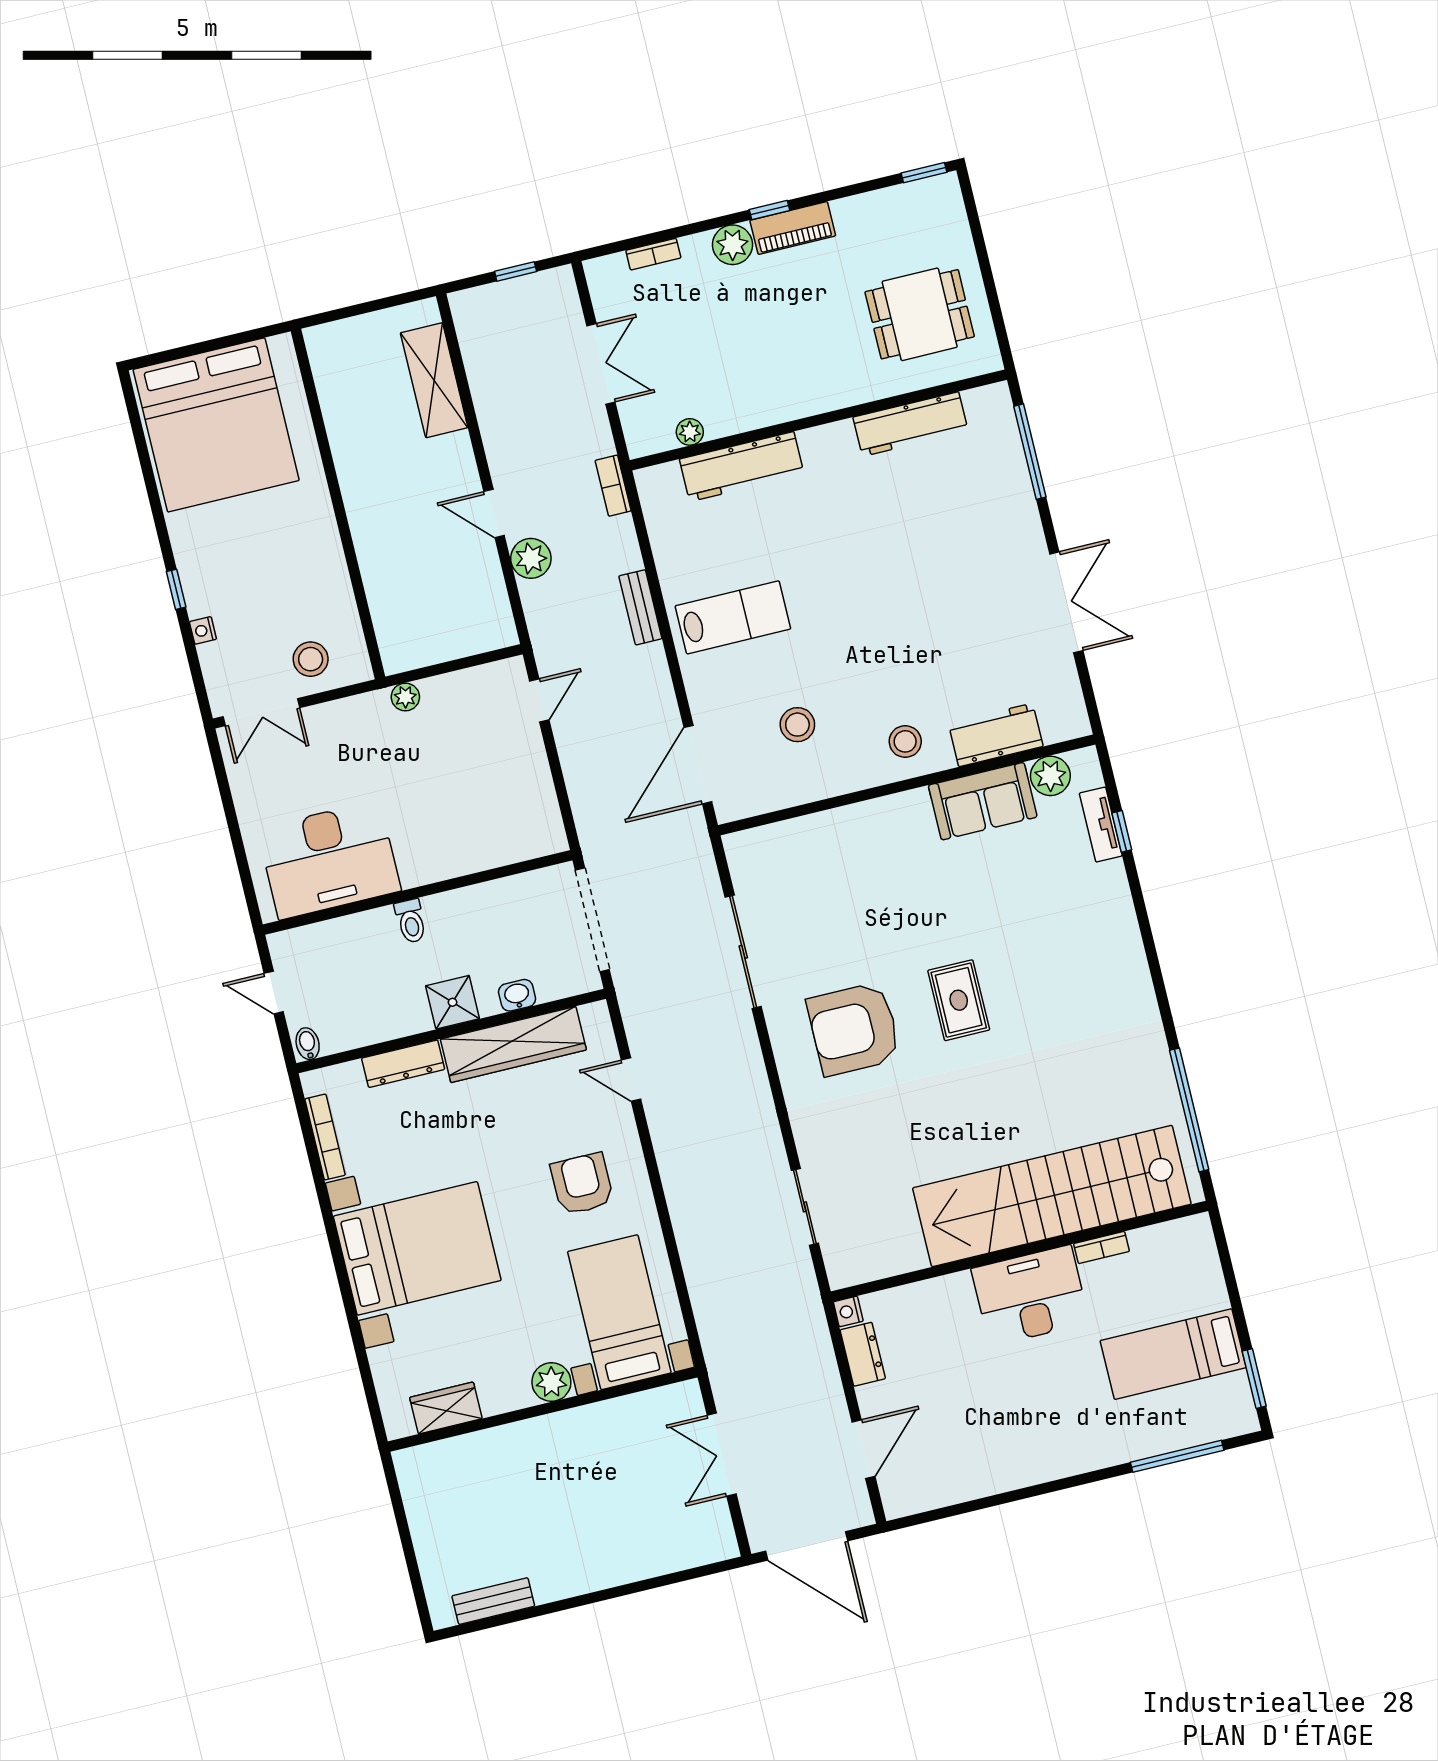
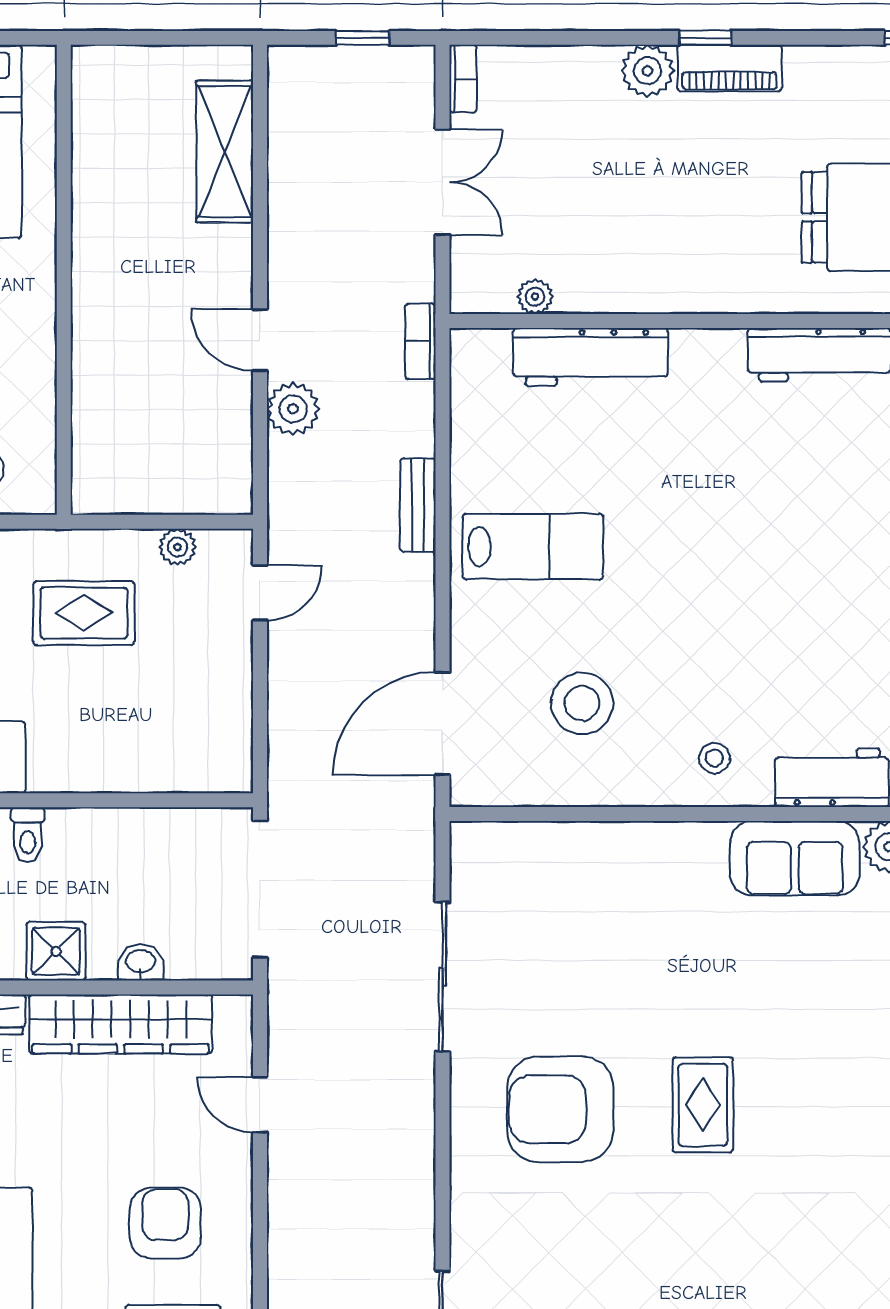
bookcase: (653, 254) -> (463, 79), moved, turned -90
plant: (405, 697) -> (177, 547), moved
stool: (797, 725) -> (582, 703), width x1.38, depth x1.38
stool: (905, 741) -> (714, 758), width x0.73, depth x0.73
rug: (413, 747) -> (84, 613), added

